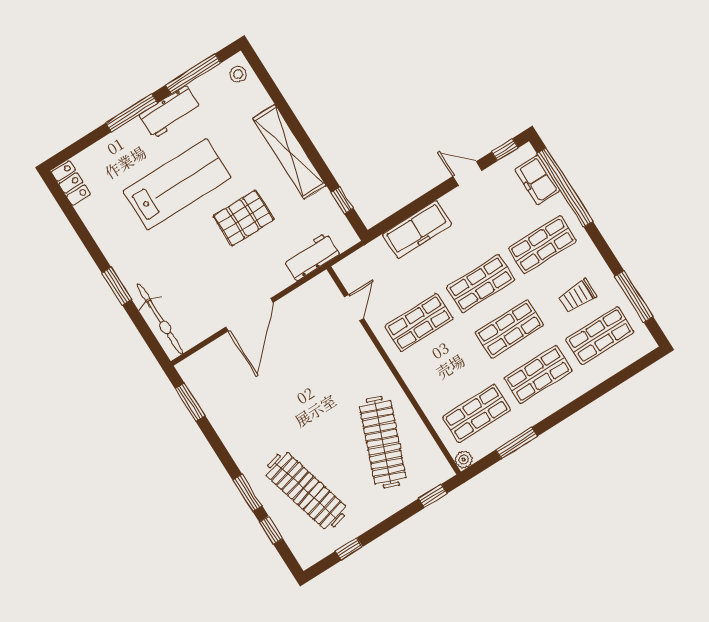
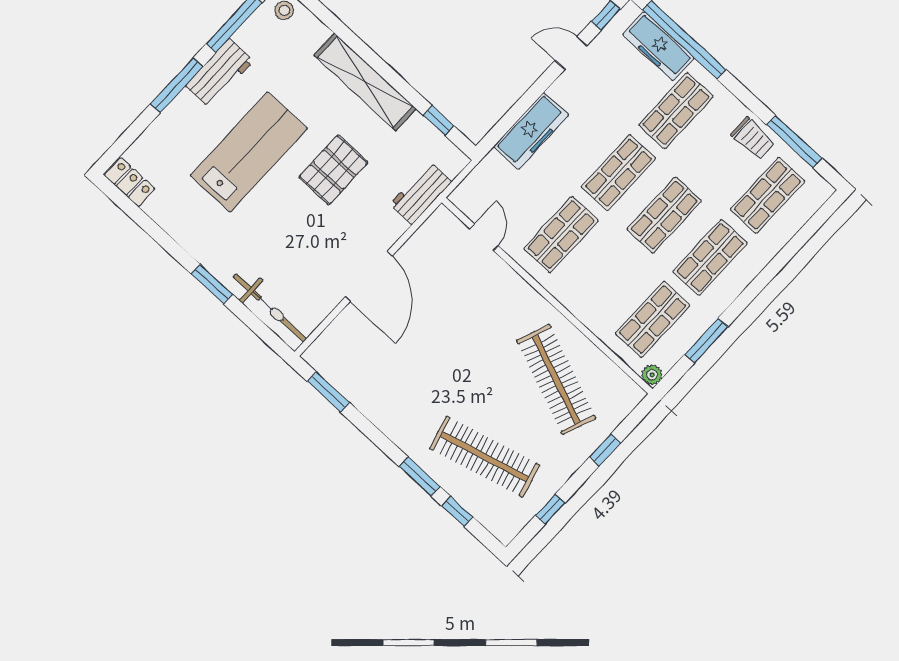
freezer: (537, 180) -> (658, 46), width x1.40
trolley: (577, 296) -> (753, 139), moved, turned -90
window: (433, 496) -> (605, 450), moved

